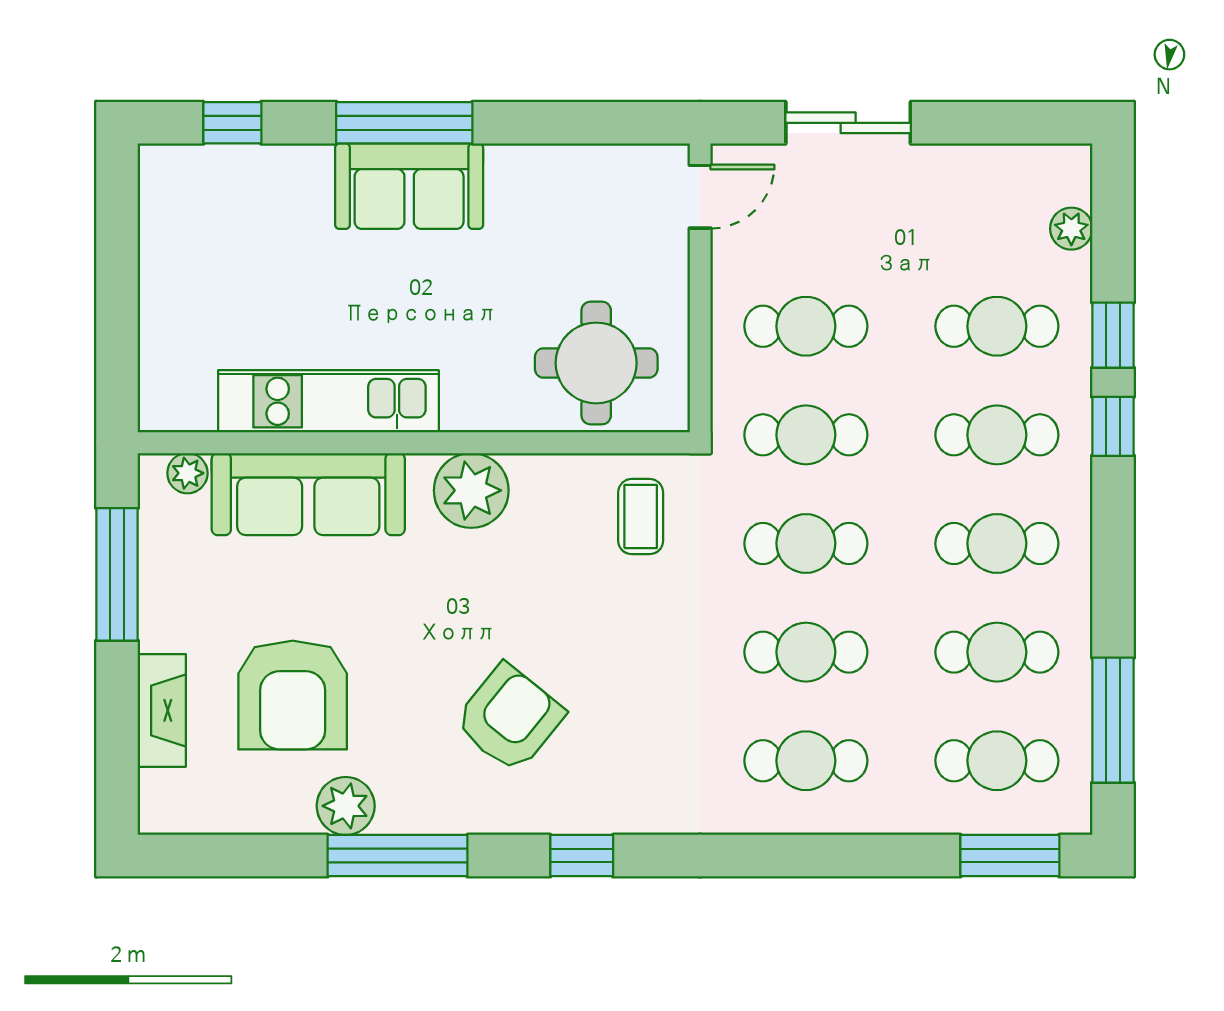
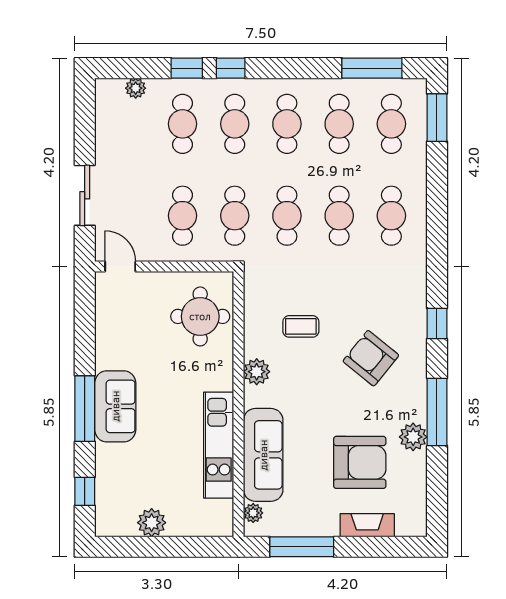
plant: (167, 262) -> (152, 523), added
plant: (471, 490) -> (257, 372), width x0.73, depth x0.73
coffee table: (641, 517) -> (301, 326), moved

